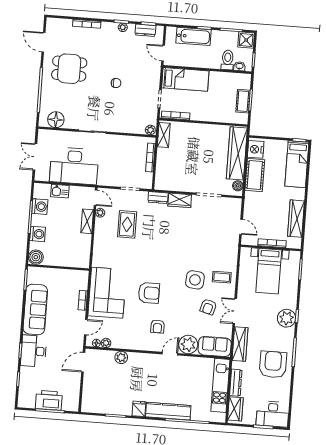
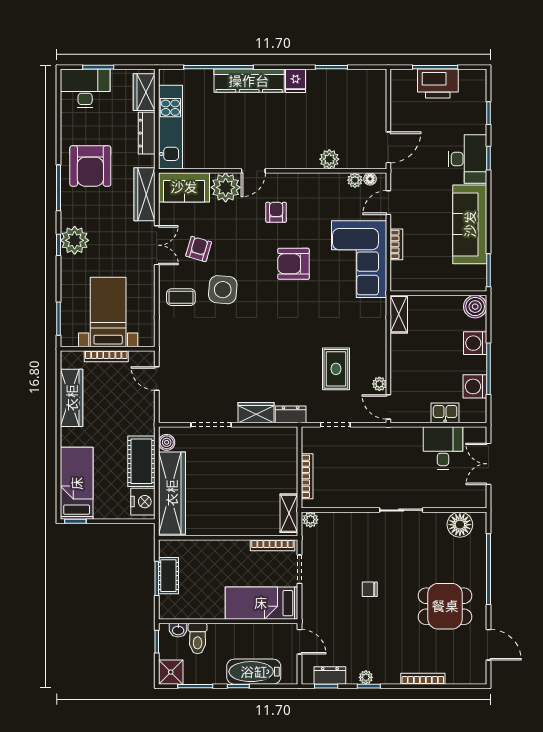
double door: (35, 157) -> (488, 464), swing flipped
desk: (74, 166) -> (443, 448), width x0.53, depth x0.77
shelving: (87, 221) -> (399, 314), moved

